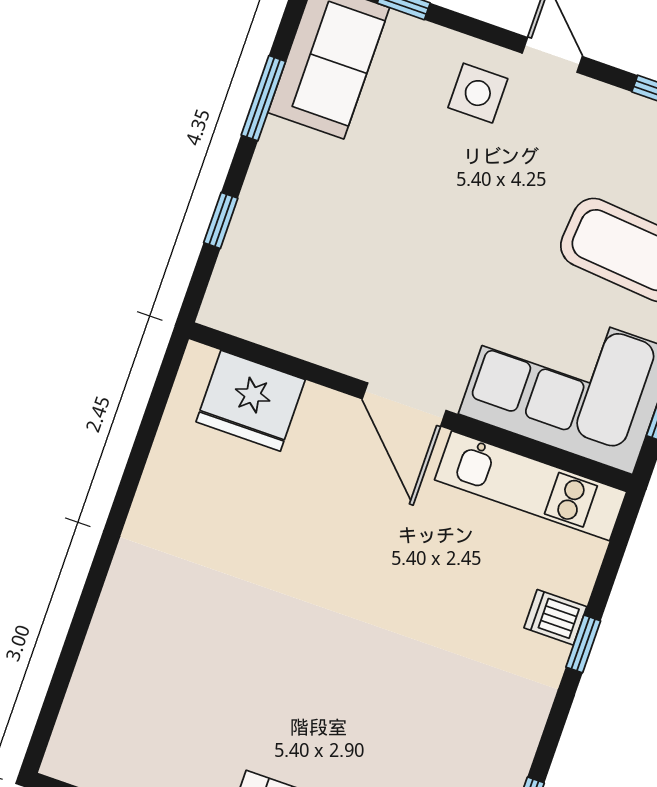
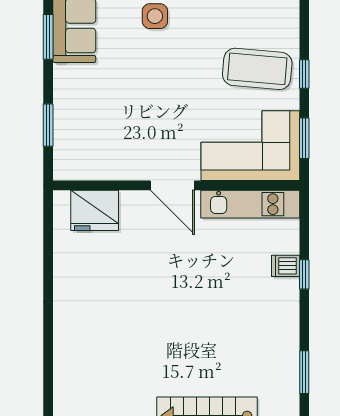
window: (263, 98) -> (48, 37), moved
window: (221, 220) -> (48, 125), width x1.50

